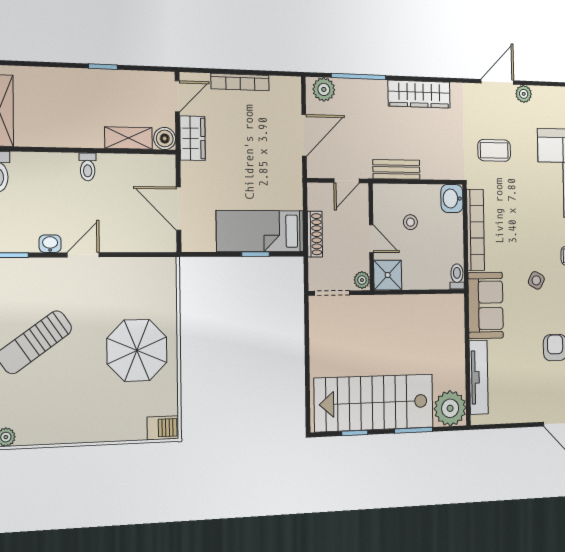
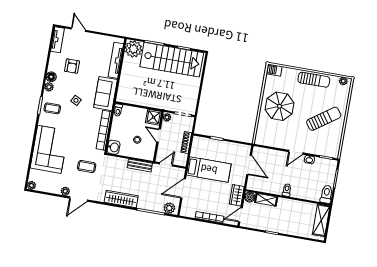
bed: (260, 231) -> (209, 169), moved
sun lounger: (73, 426) -> (314, 80), added

